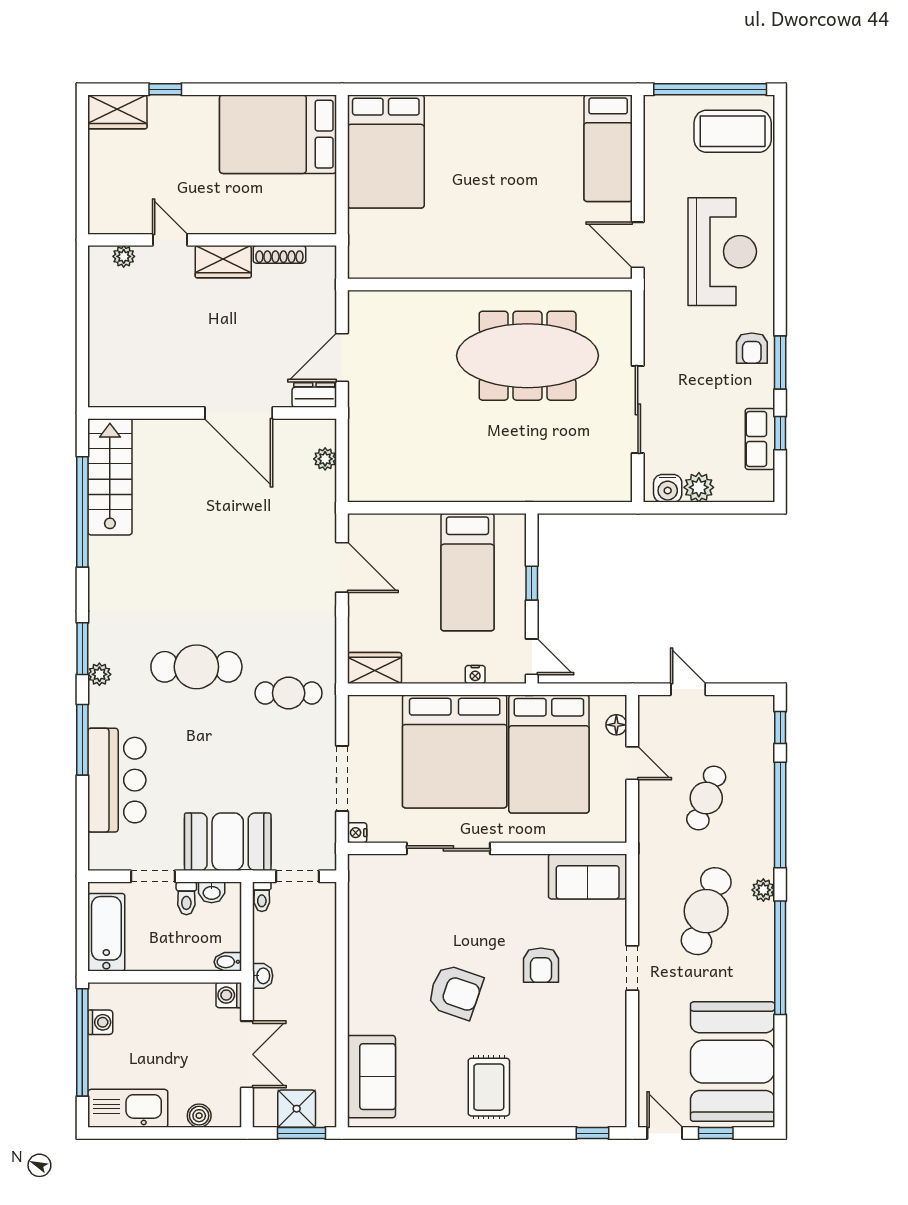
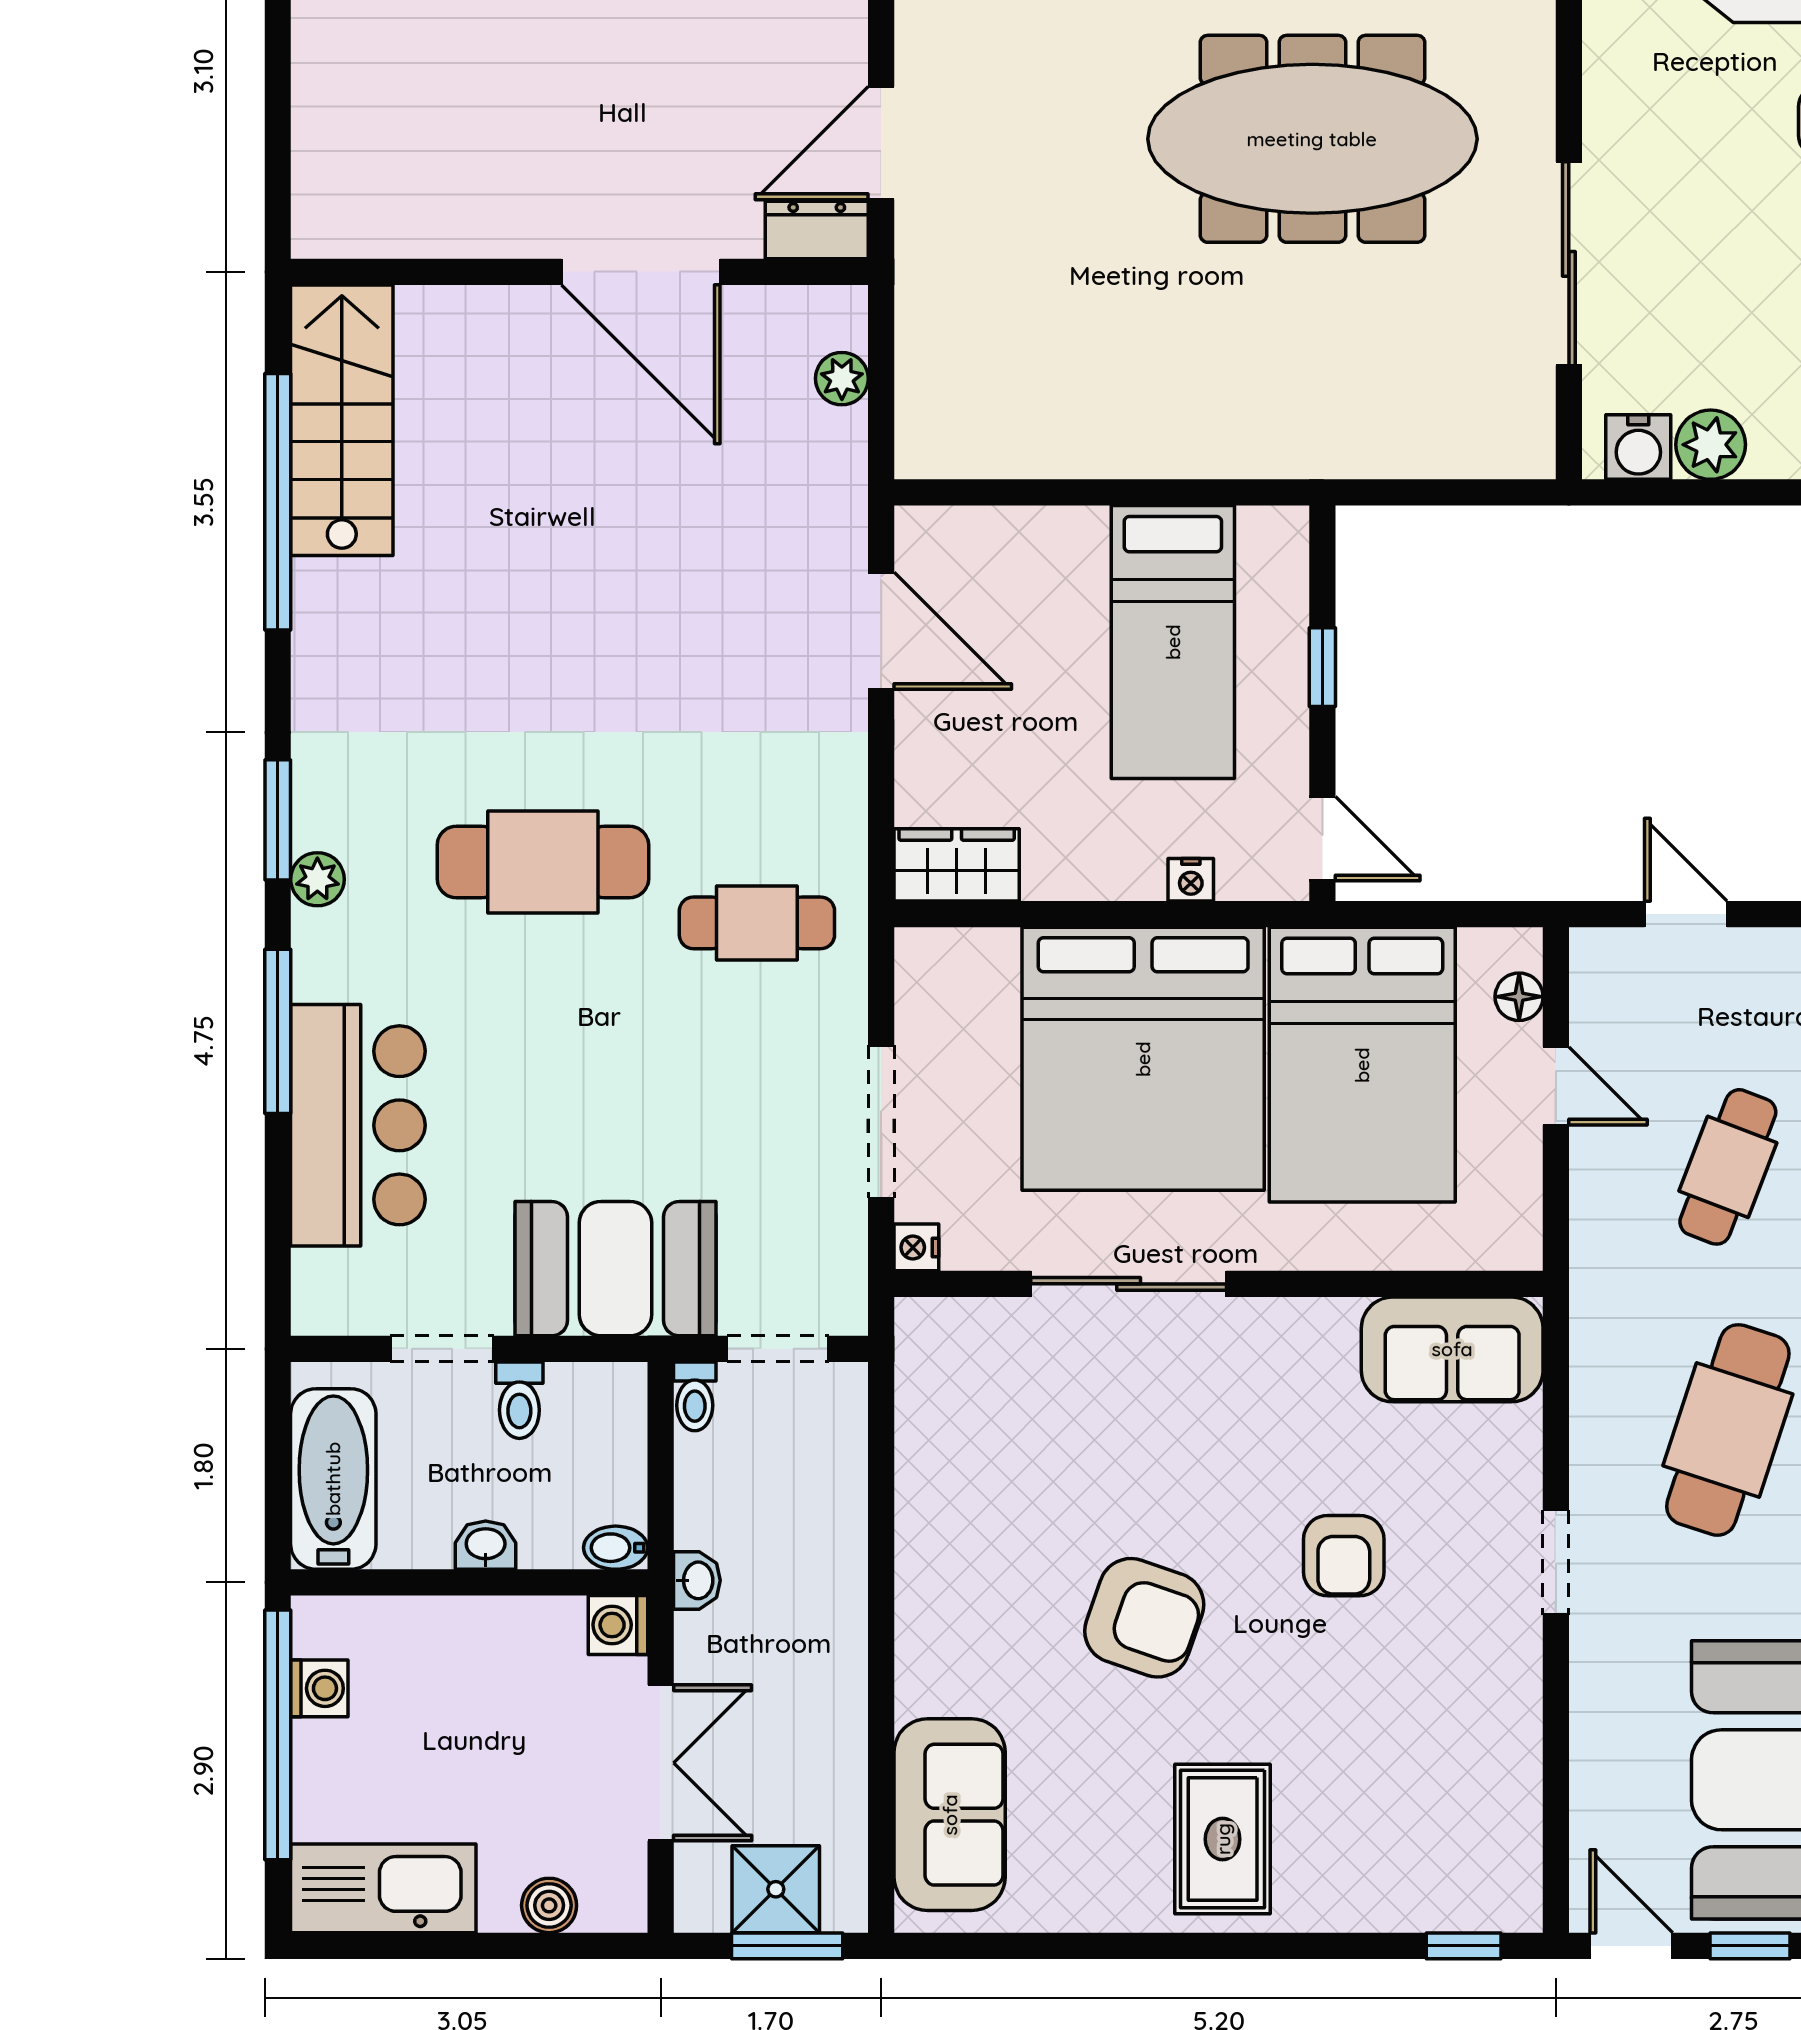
washbasin: (212, 892) -> (486, 1545), moved, turned 180

